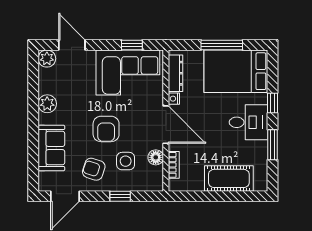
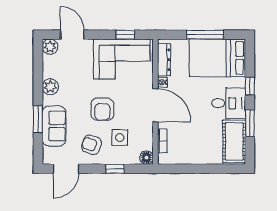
window: (33, 140) -> (38, 119), added
floor lamp: (156, 157) -> (146, 158), moved
cot: (229, 178) -> (234, 141), moved, turned 90

